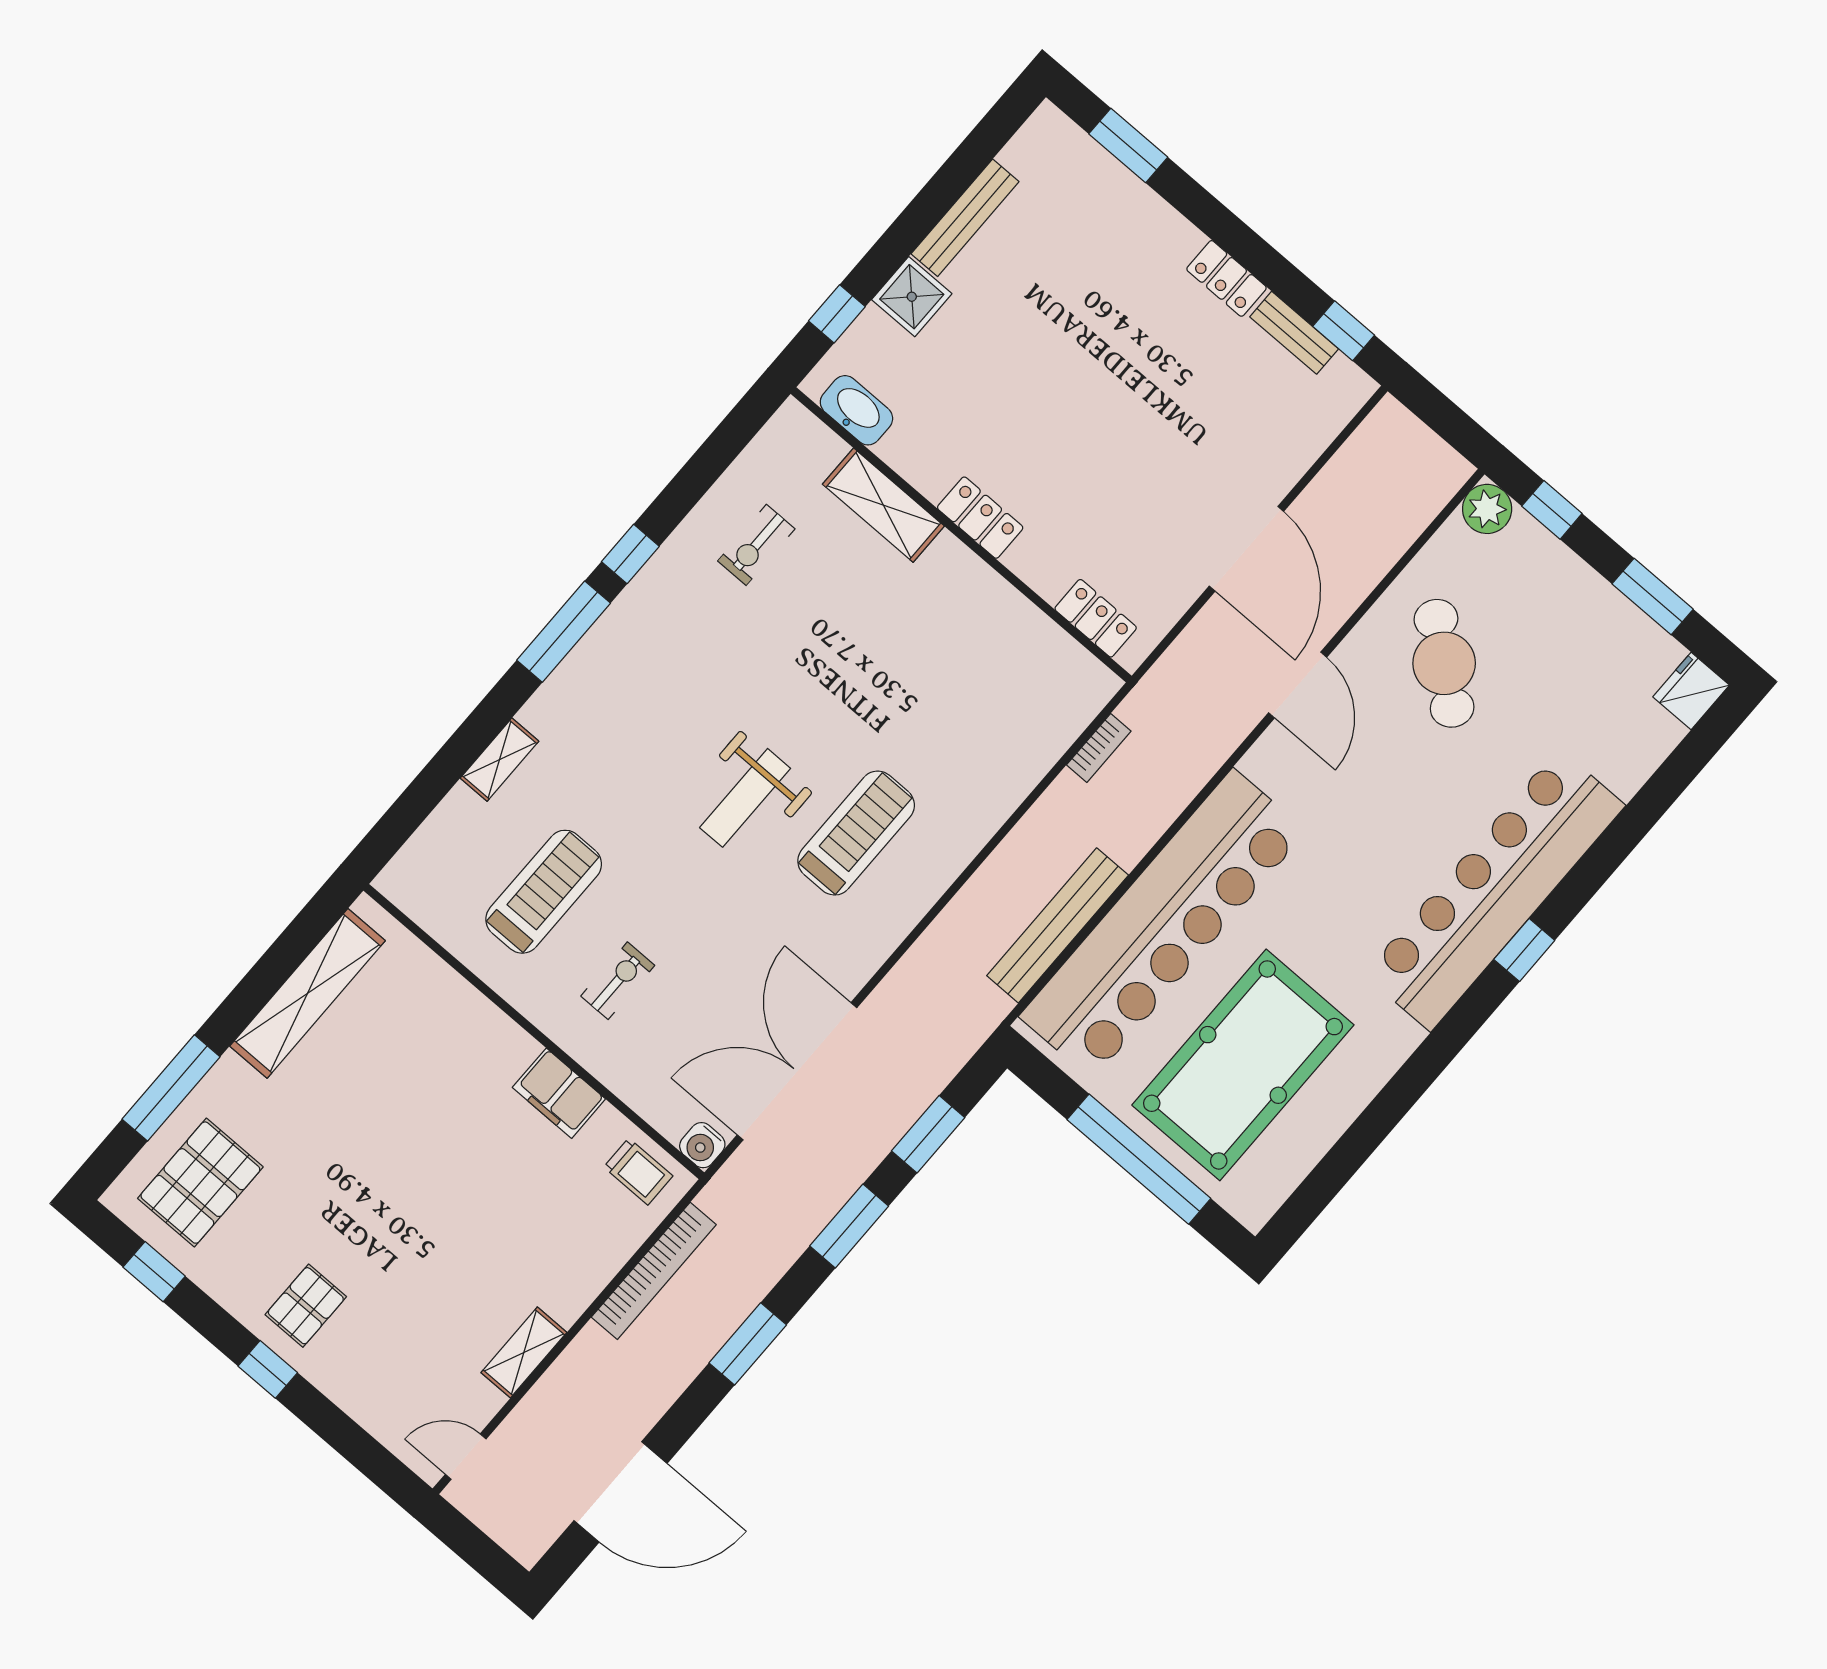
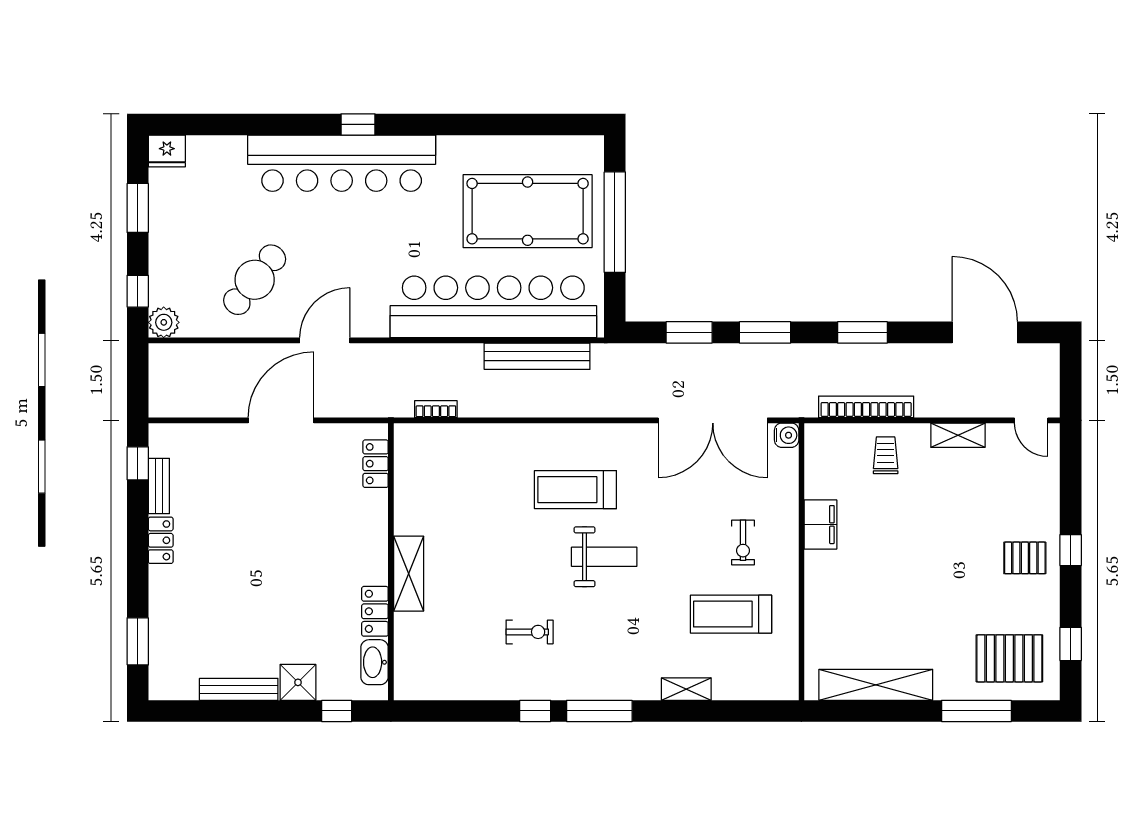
shelving: (883, 505) -> (409, 574), moved
locker: (980, 518) -> (375, 611), moved
exercise bike: (756, 545) -> (530, 632), moved
exercise bike: (618, 981) -> (743, 543), turned -90
trolley: (638, 1172) -> (886, 455), moved

